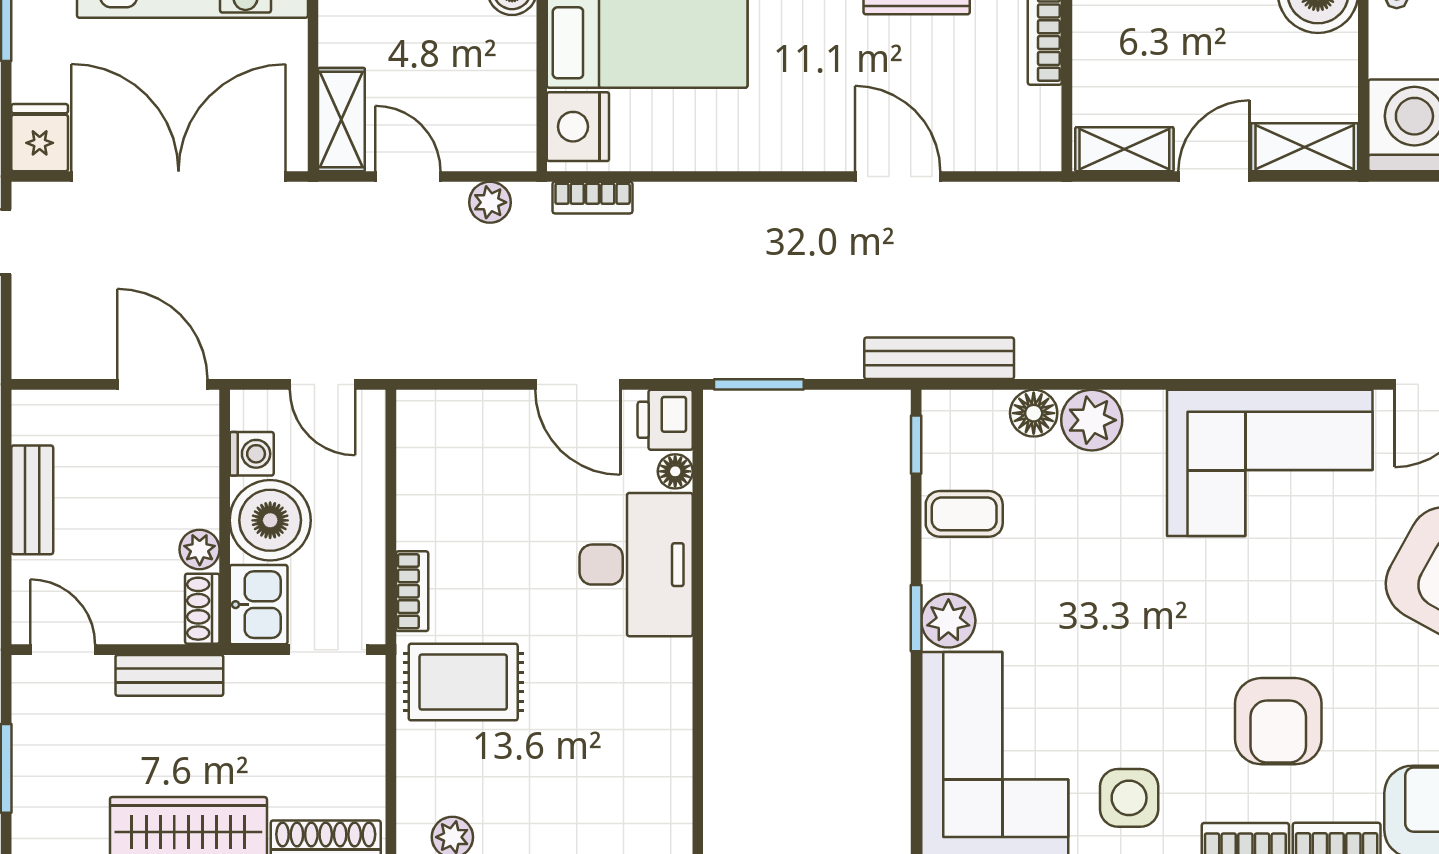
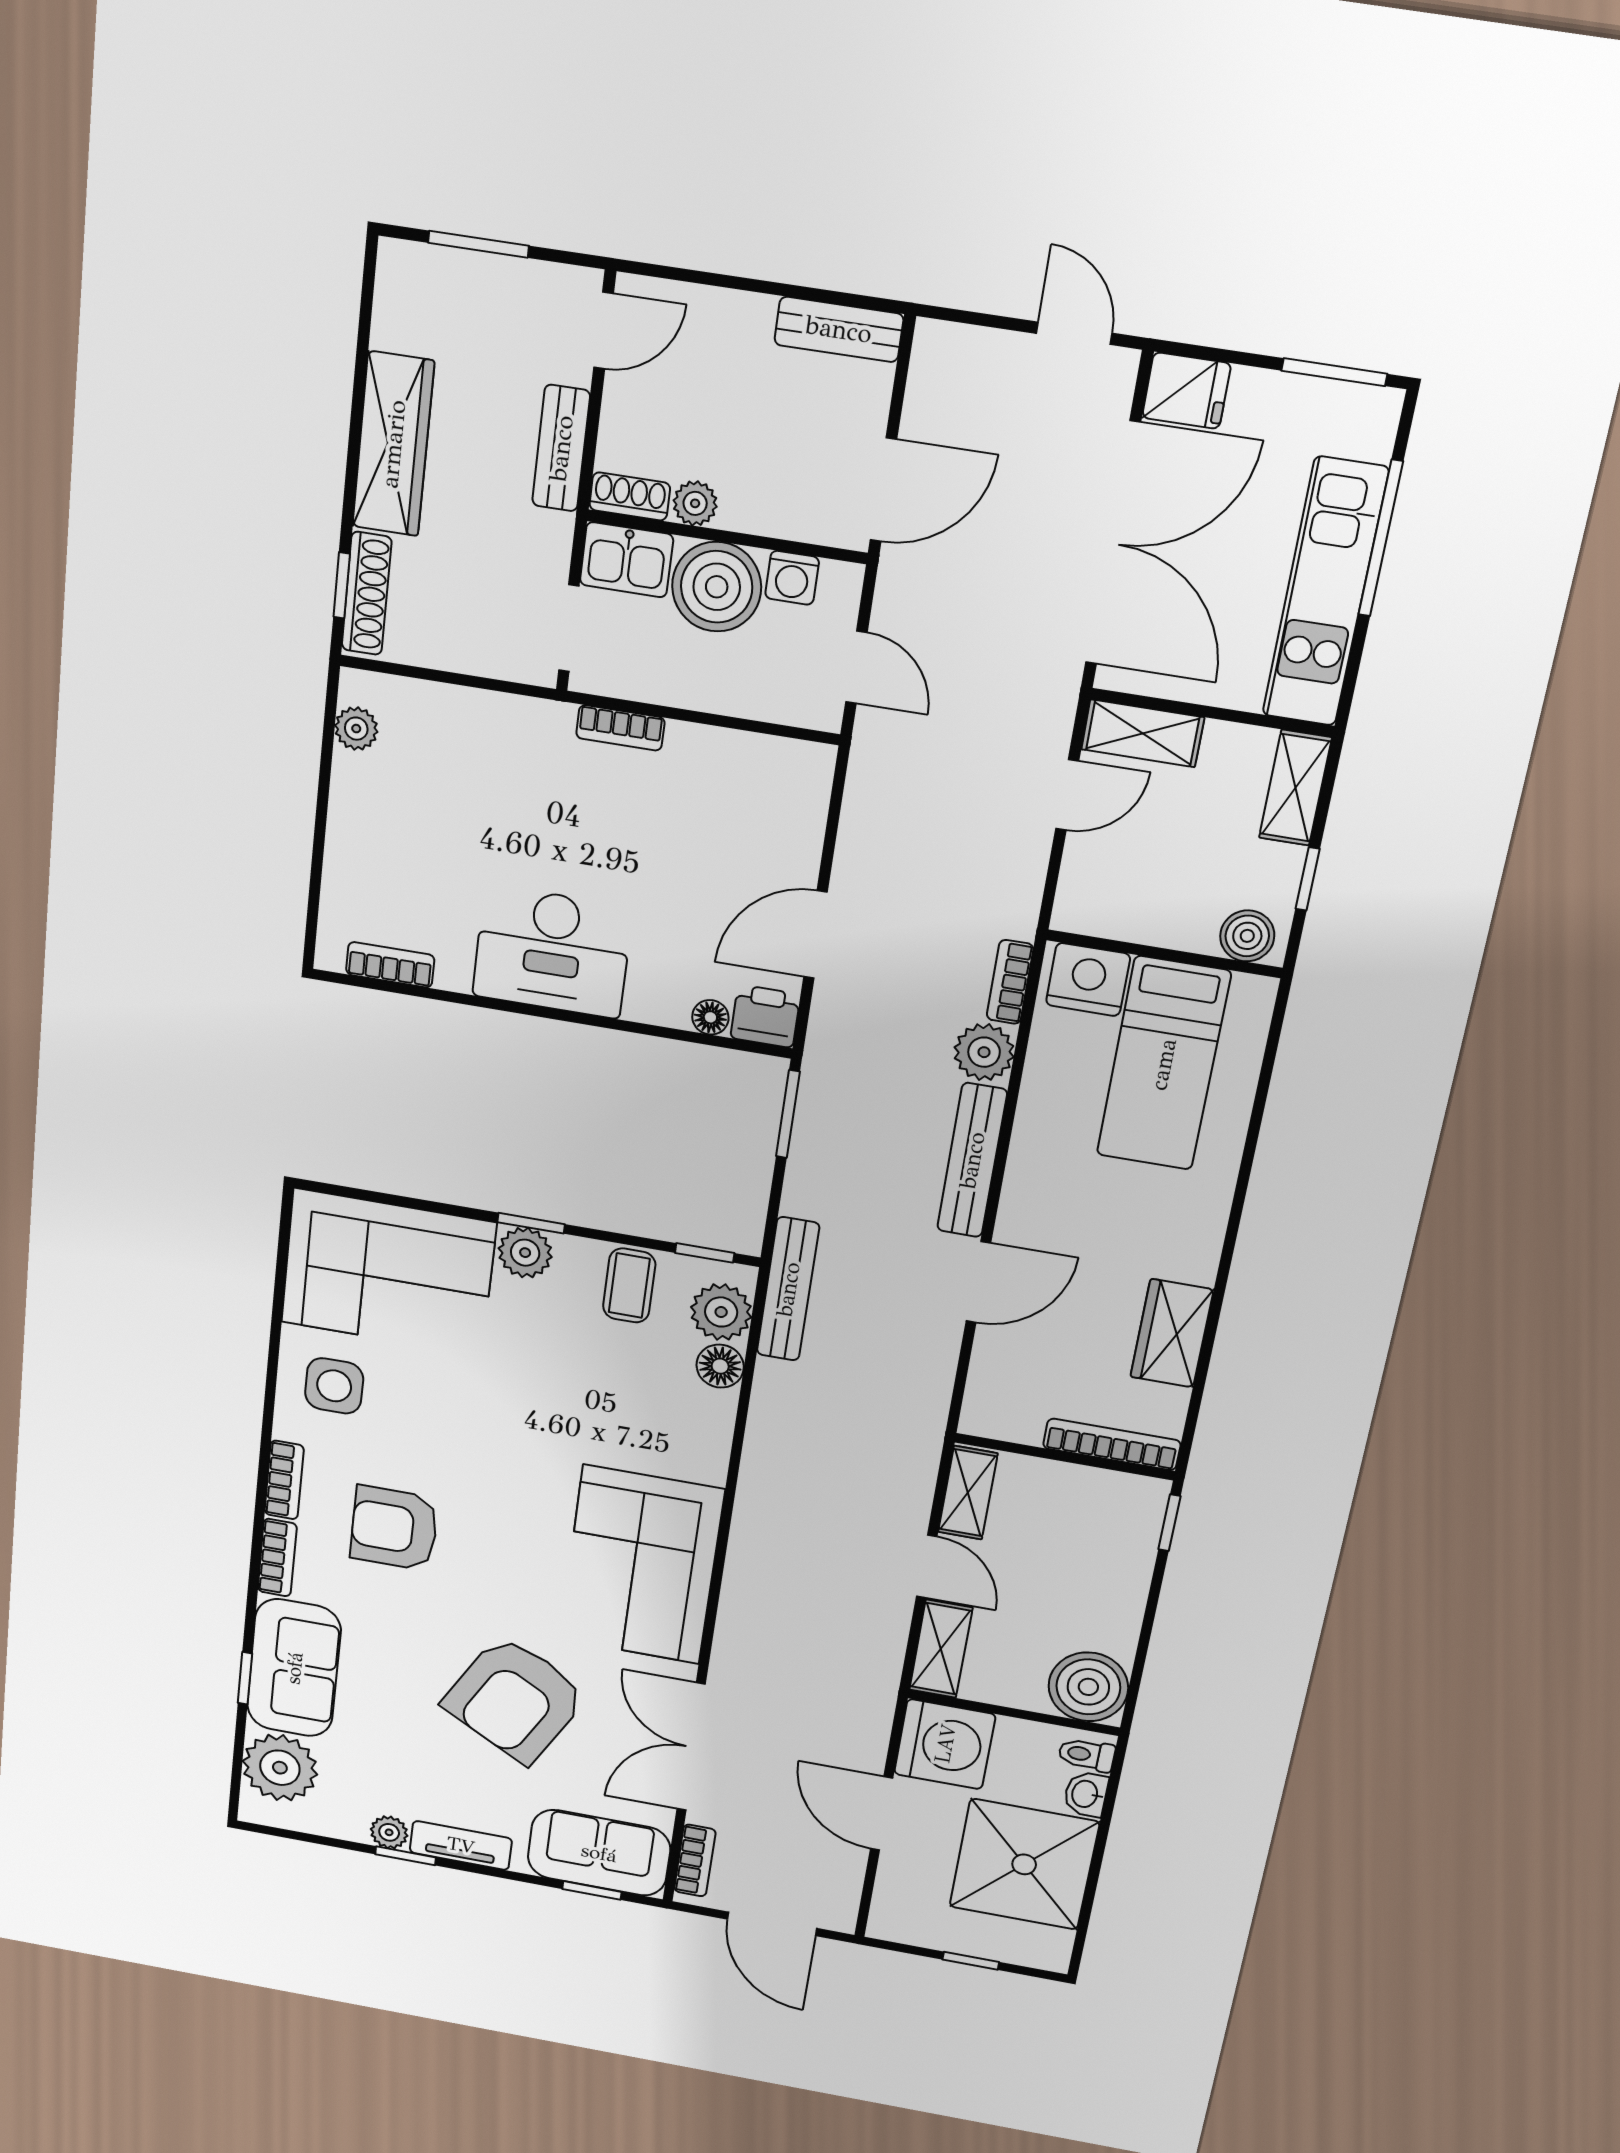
plant: (490, 202) -> (984, 1052), moved, width x1.38, depth x1.38
bench: (774, 203) -> (972, 1160), added
door: (322, 384) -> (856, 667), swing flipped
plant: (1092, 420) -> (721, 1312), moved
bench: (32, 500) -> (839, 329), moved
desk: (636, 565) -> (552, 952), moved
rug: (463, 682) -> (518, 766), removed
bookcase: (676, 783) -> (390, 965), added

